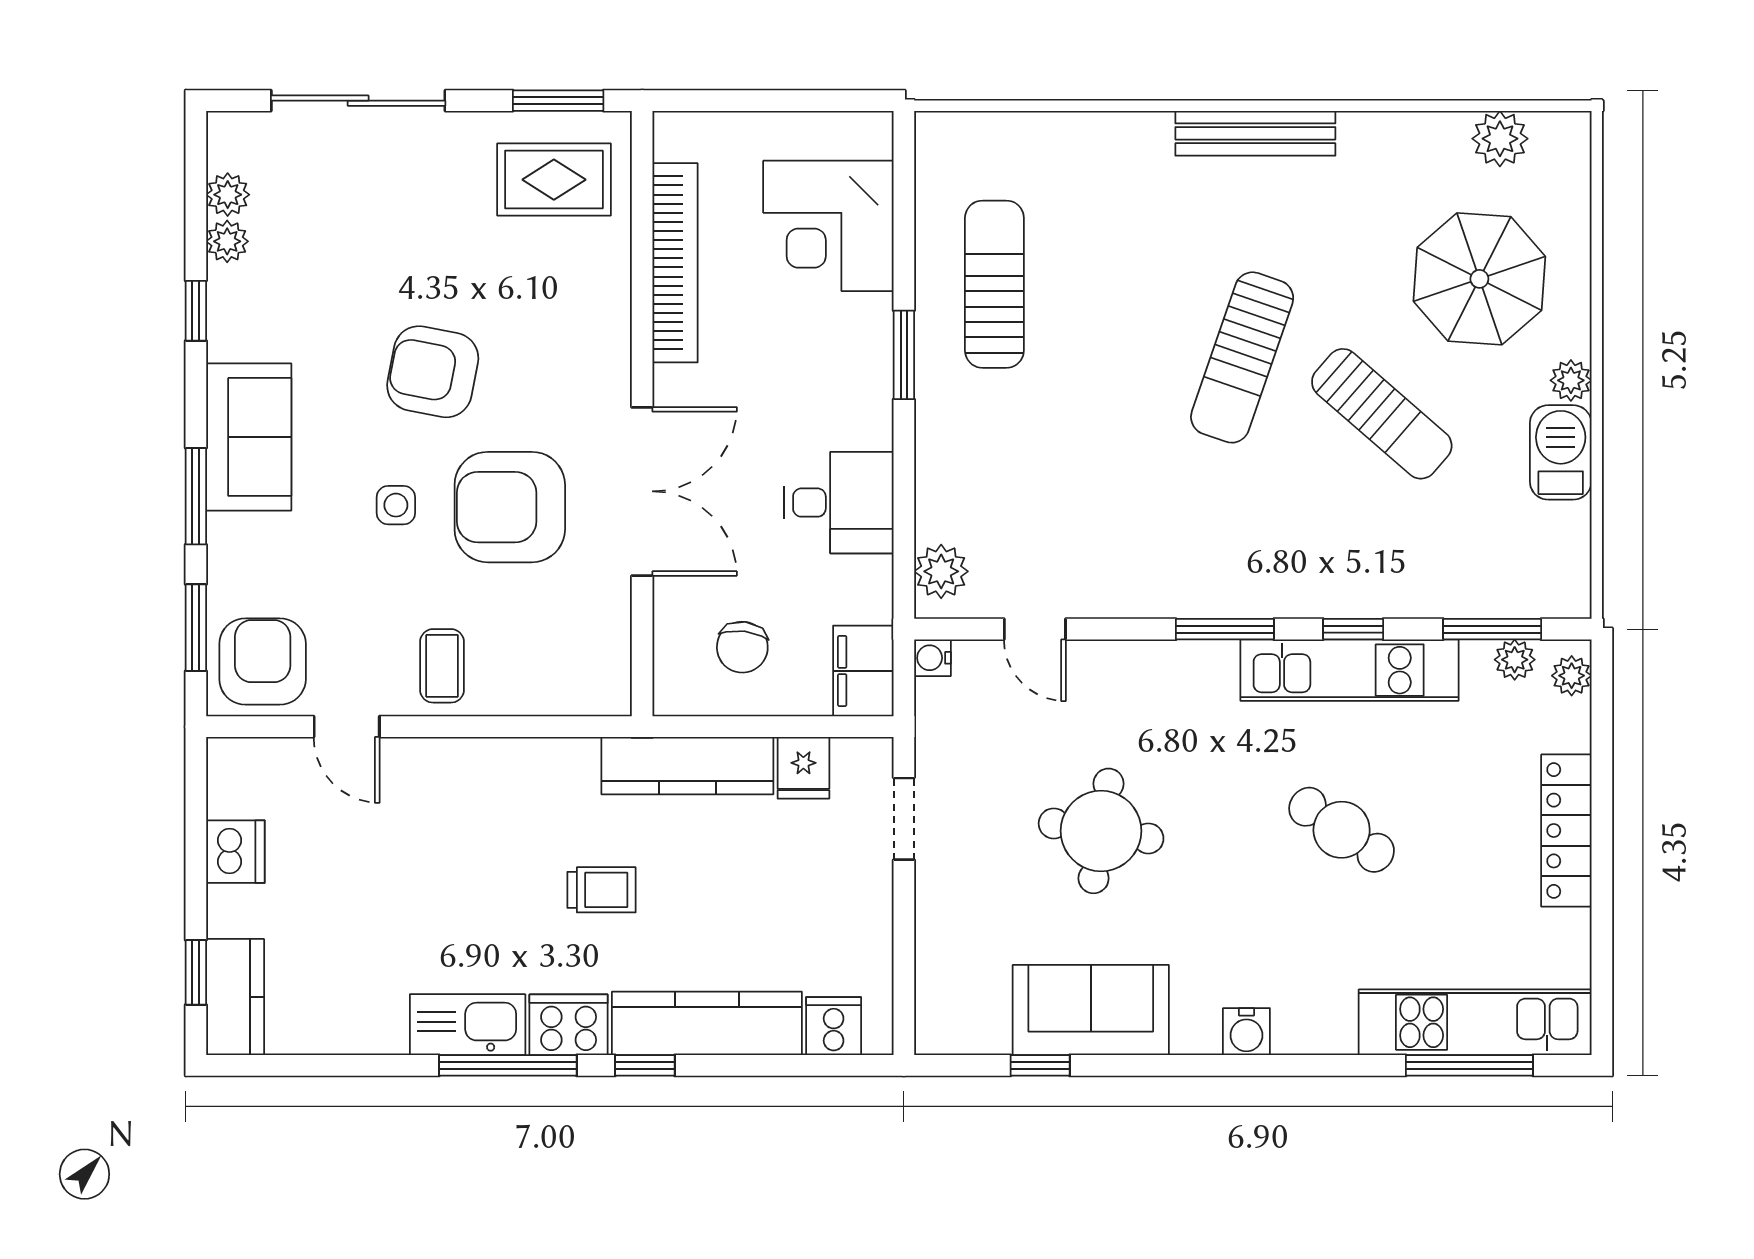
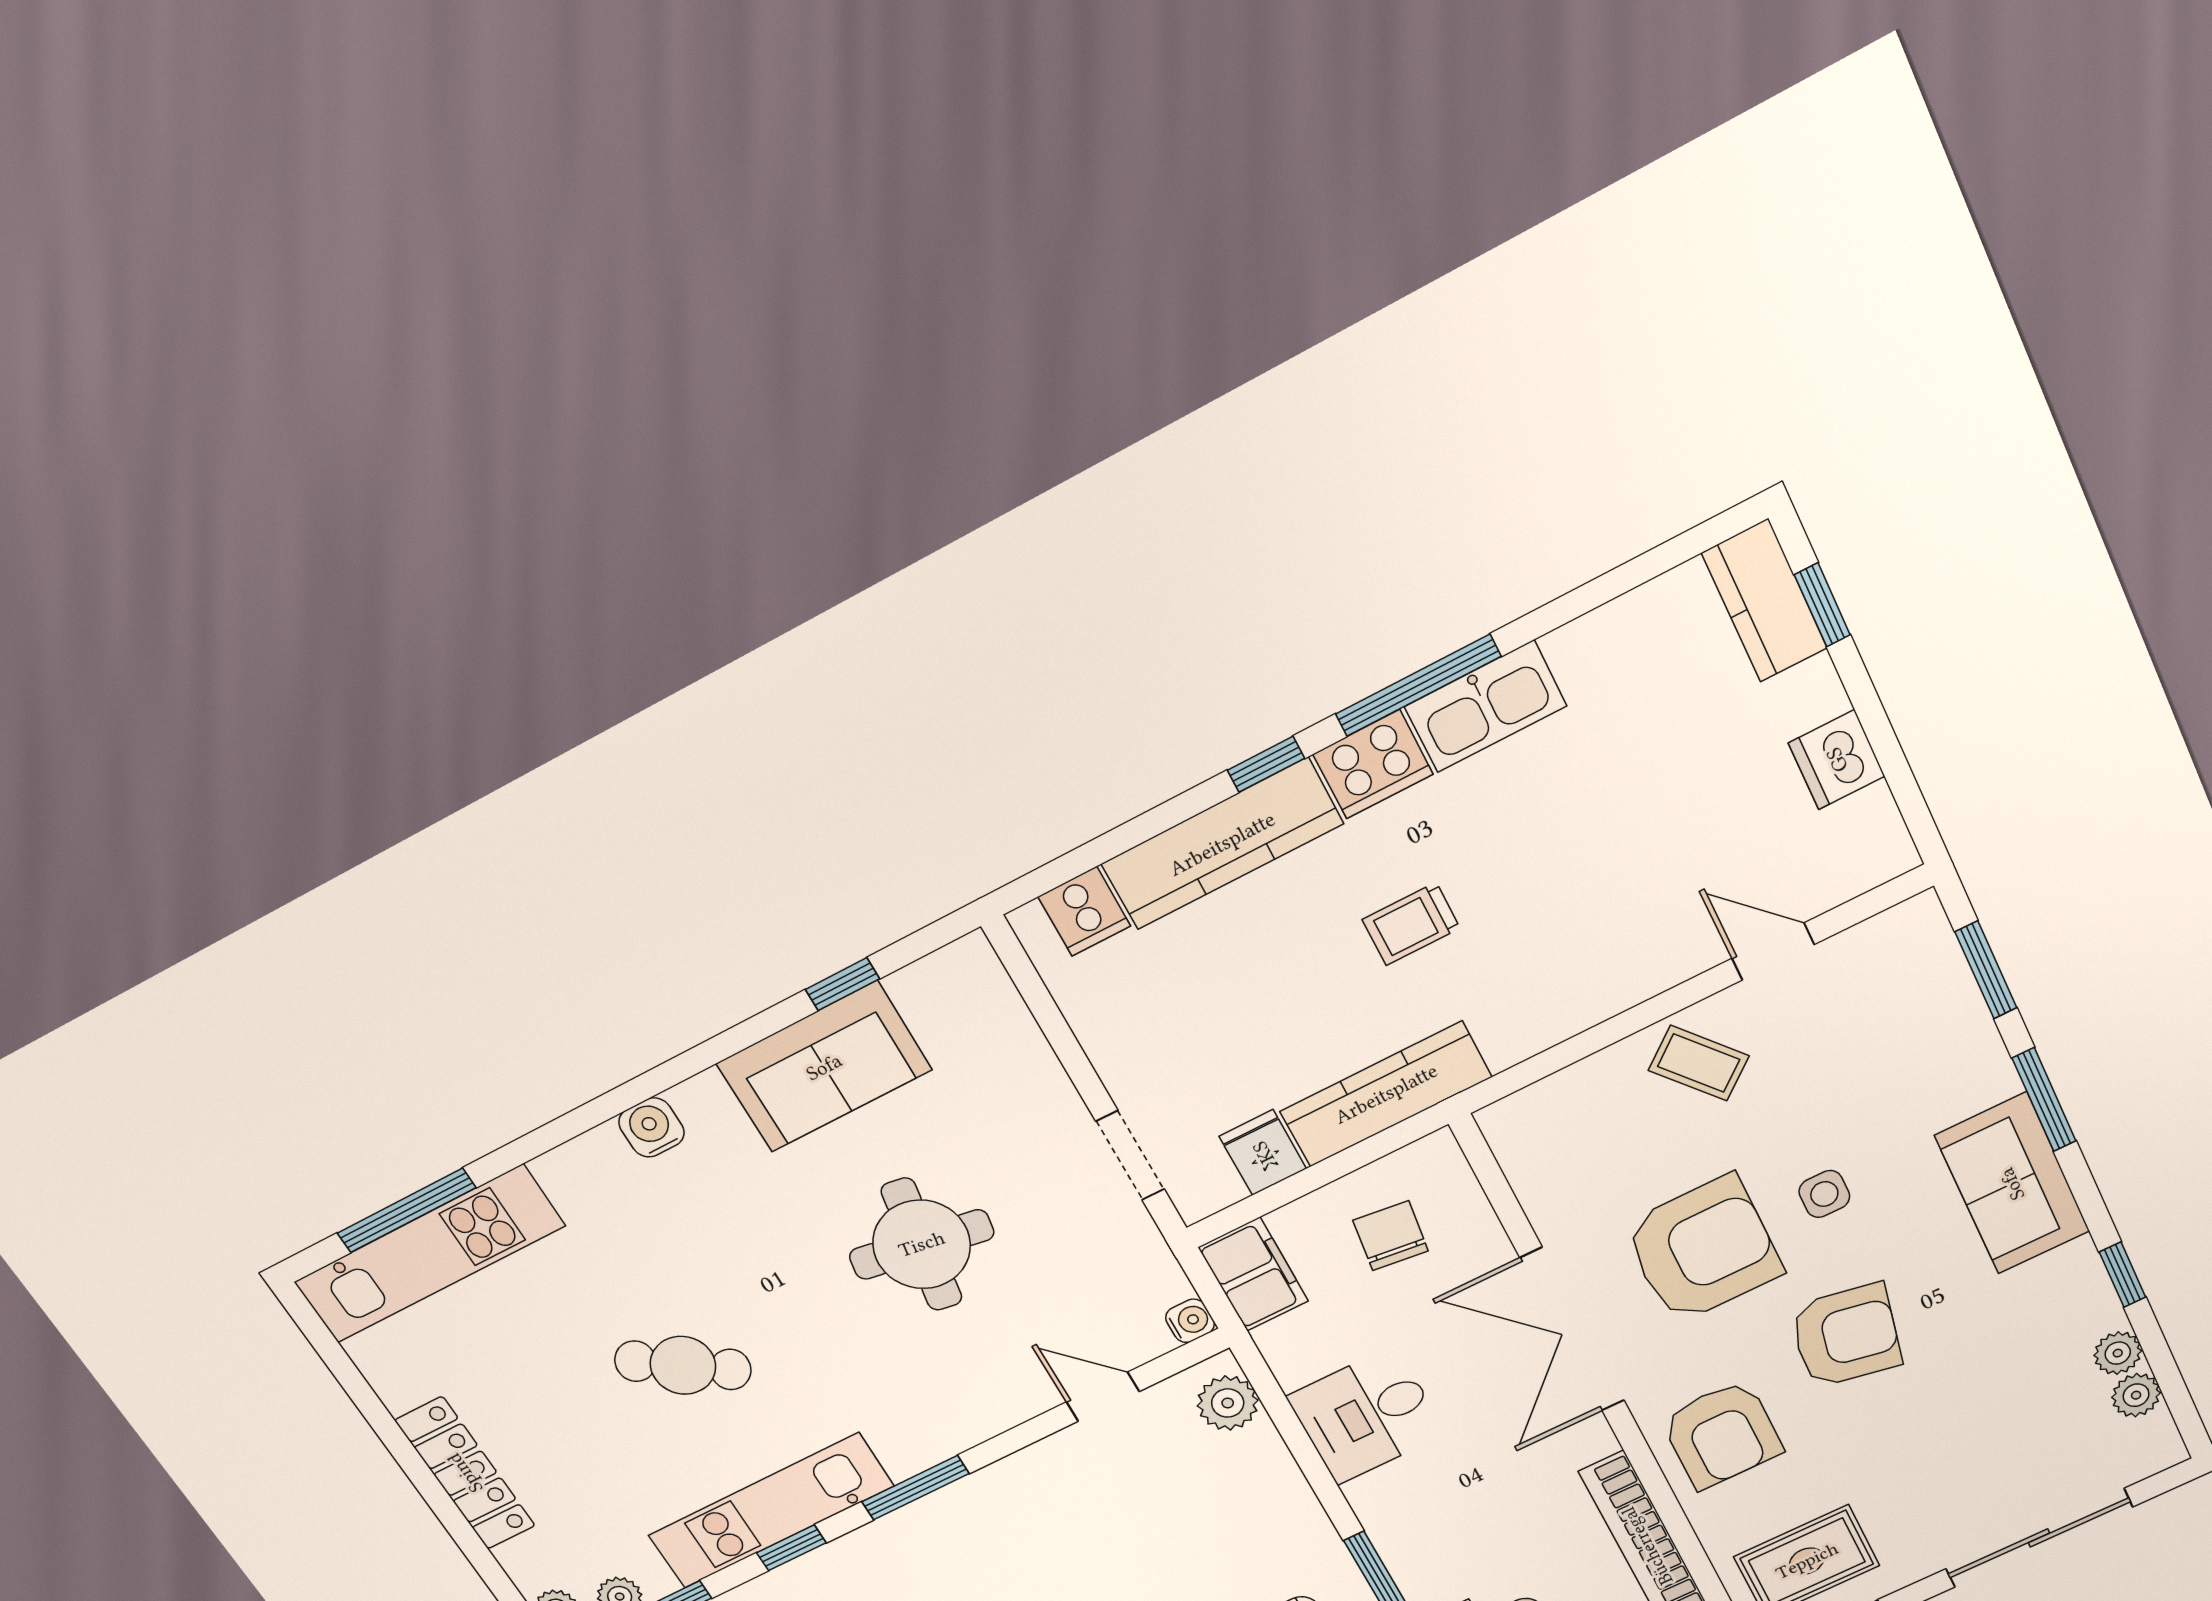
armchair: (263, 662) -> (1722, 1434), moved
coffee table: (442, 666) -> (1699, 1063), turned -40

